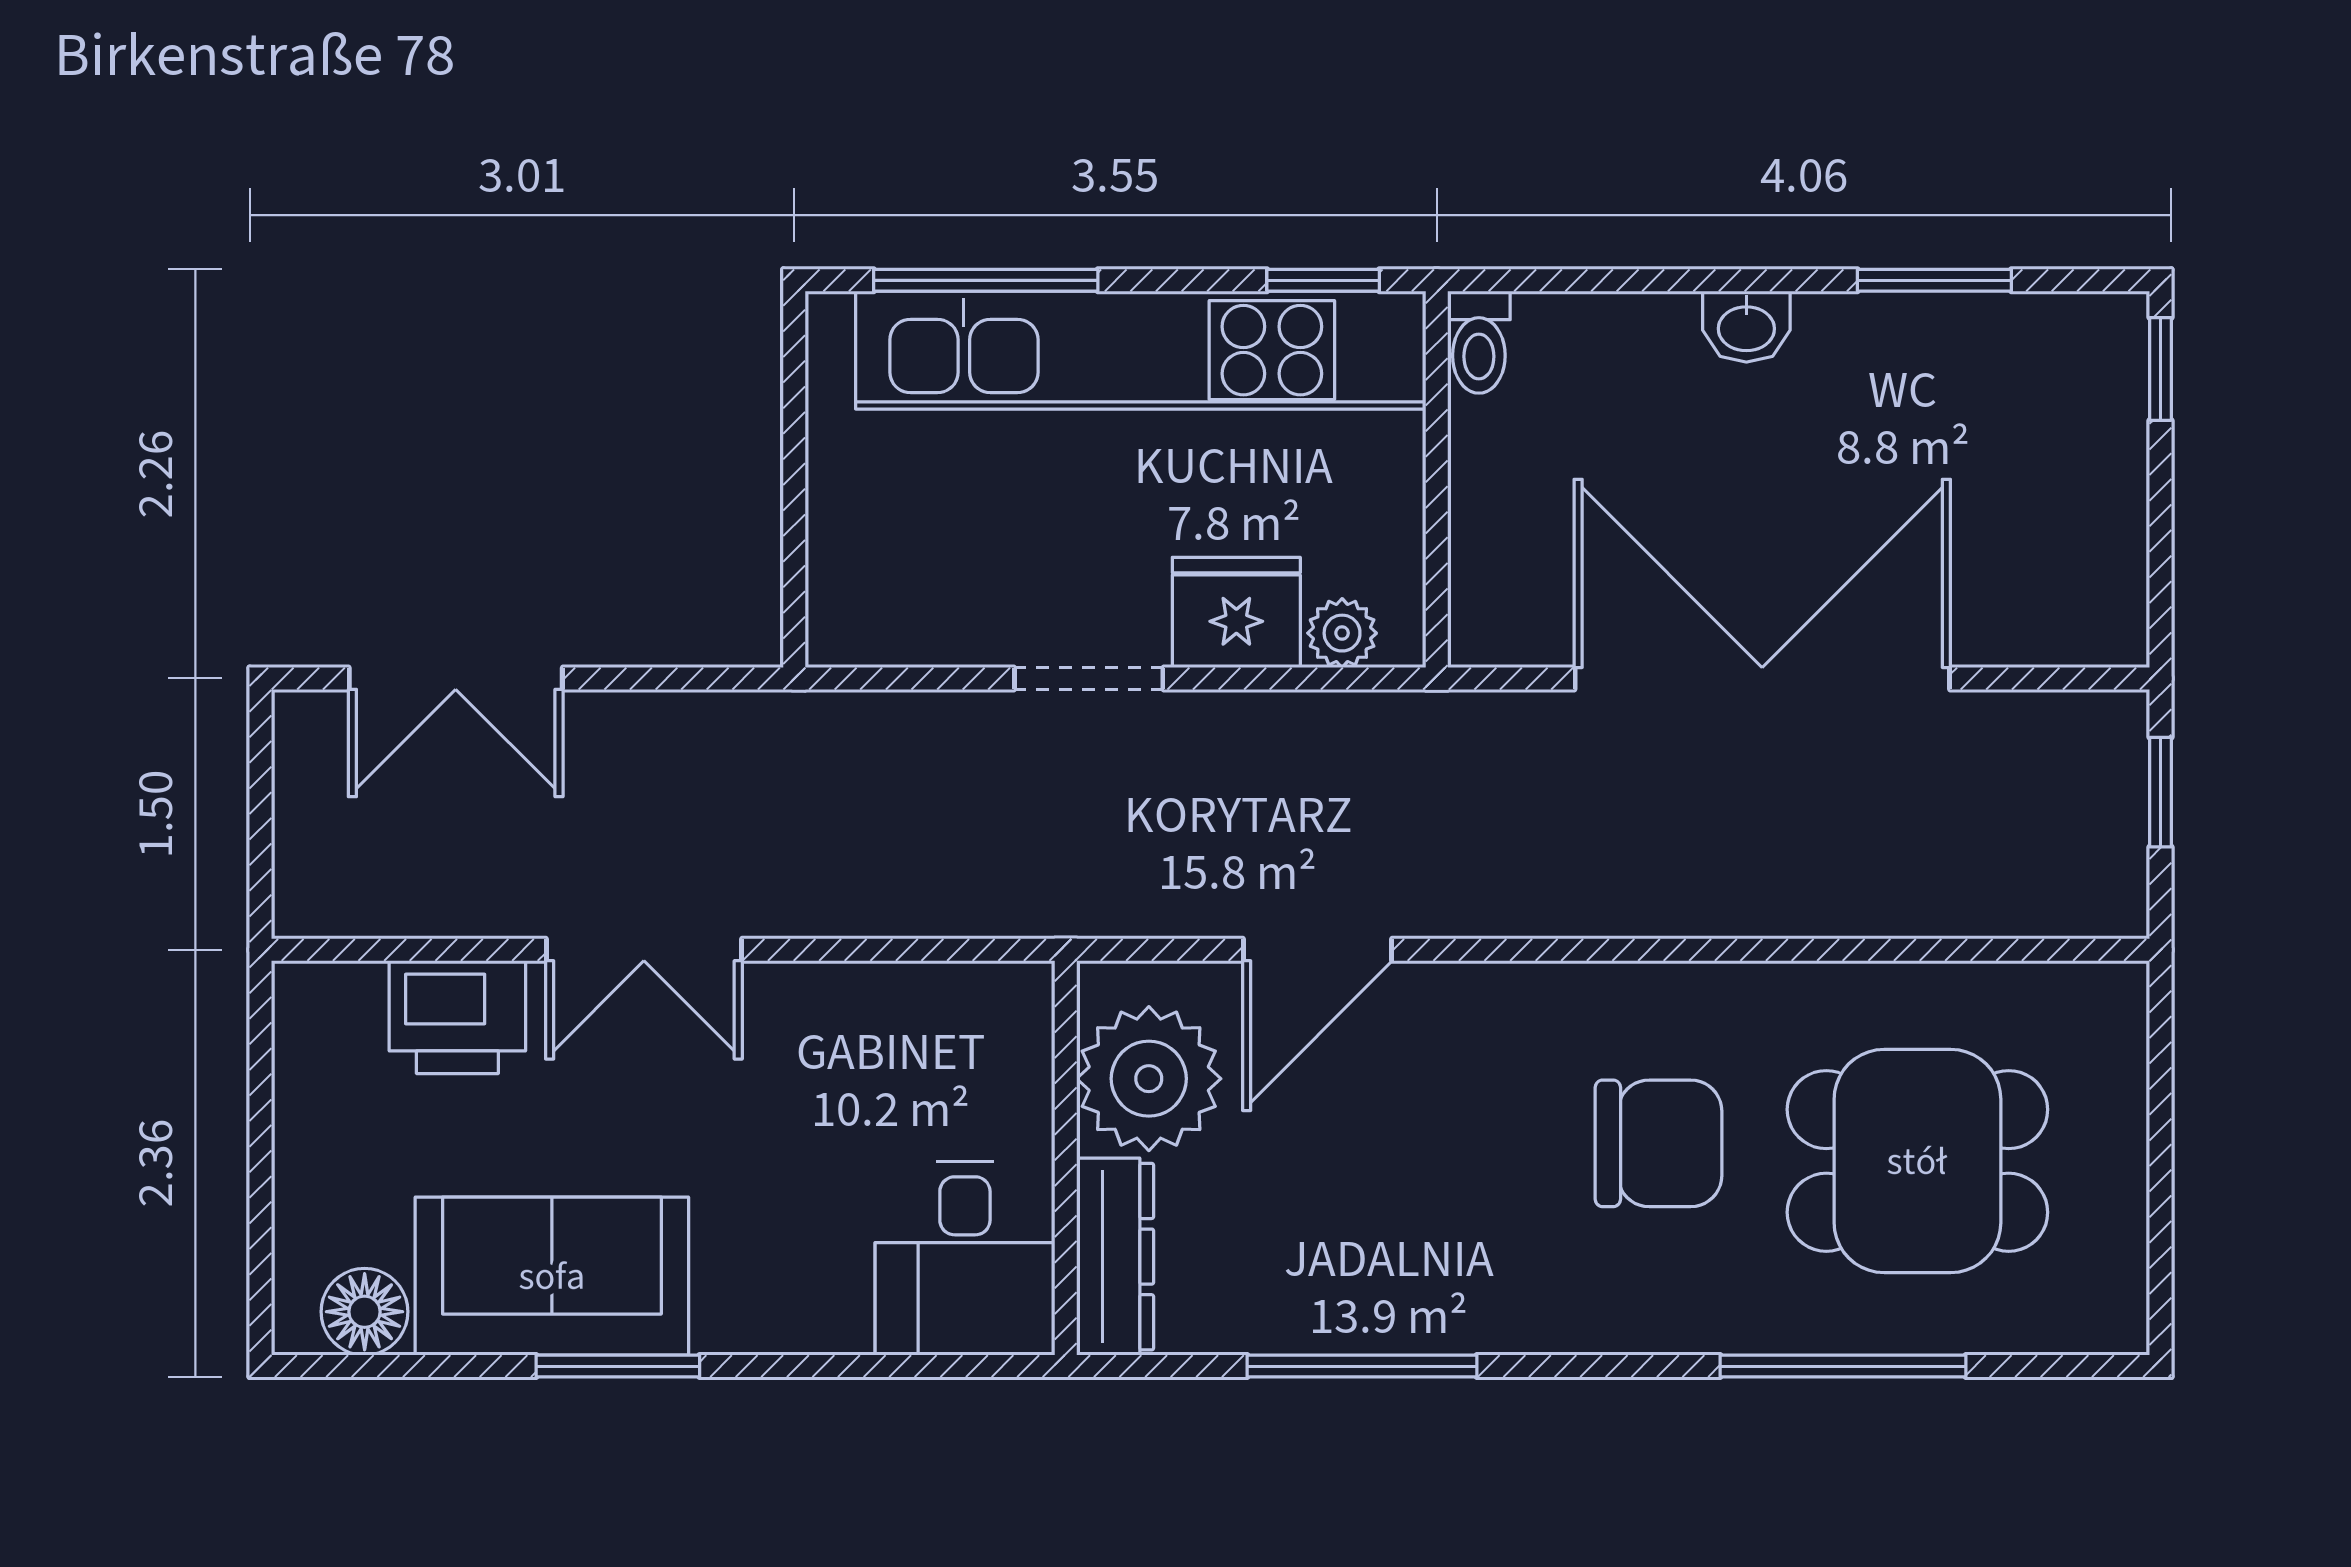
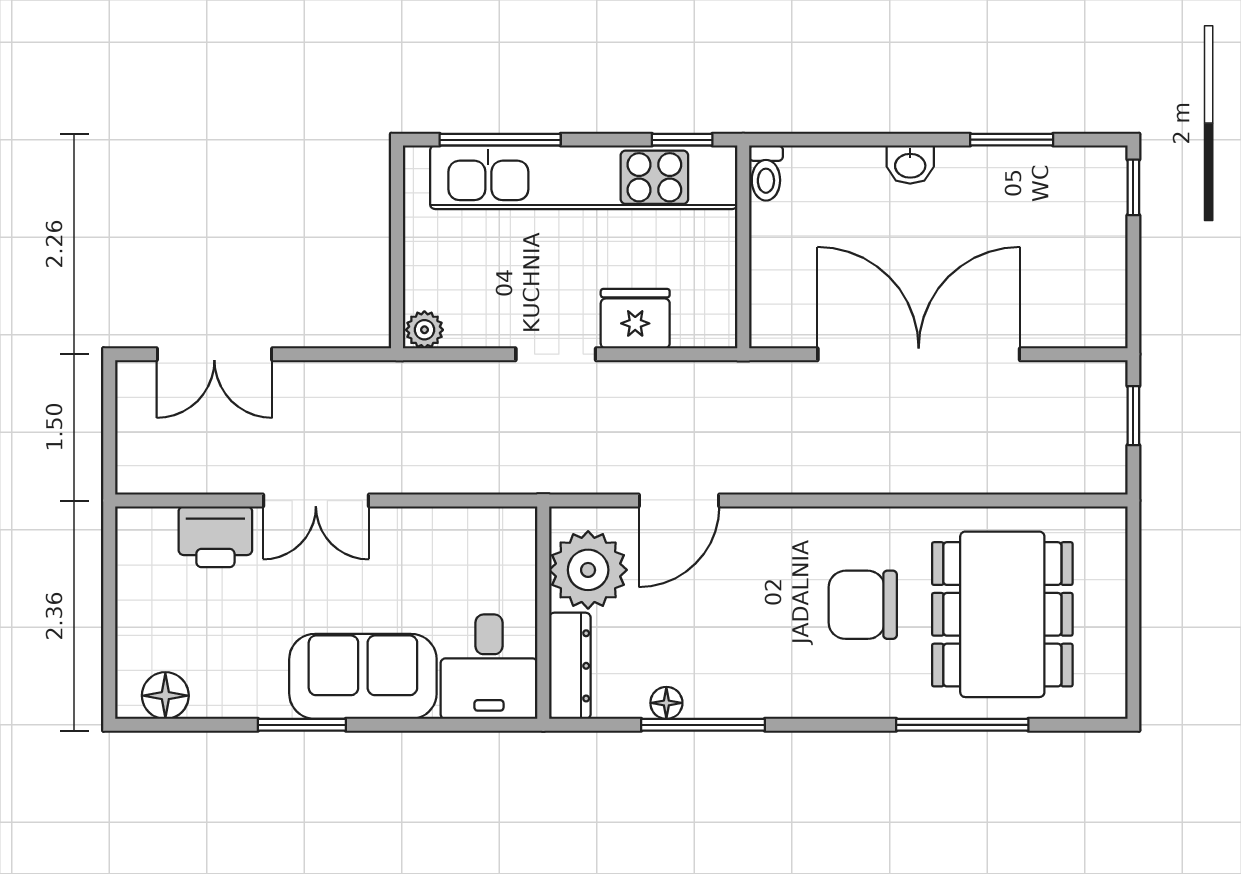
plant: (1342, 633) -> (424, 330), moved
chair: (1659, 1143) -> (863, 605), turned 180
dining table: (1917, 1161) -> (1002, 614), width x1.38
sofa: (552, 1276) -> (363, 676), moved
floor lamp: (1294, 1325) -> (666, 703), added

